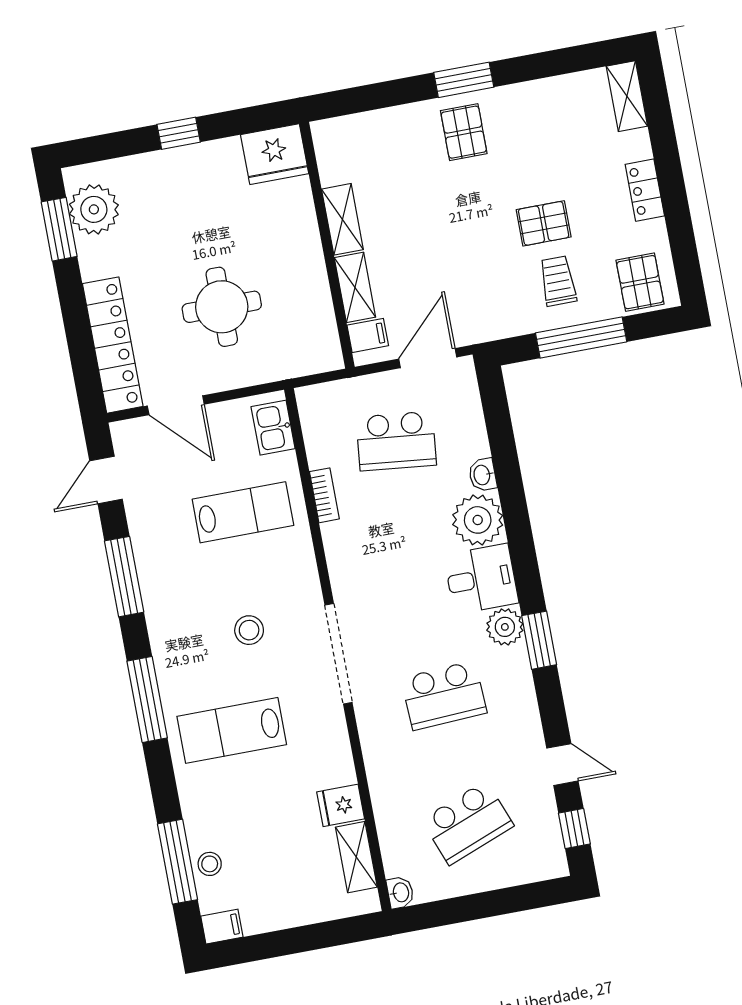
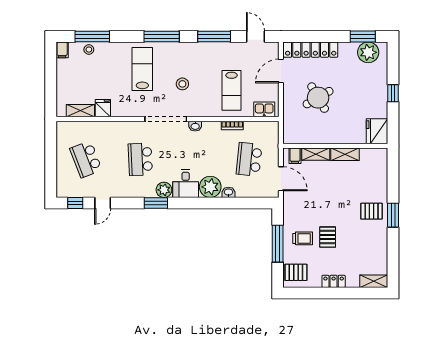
round table: (222, 307) -> (318, 98), turned -30
washbasin: (400, 893) -> (195, 126), moved

